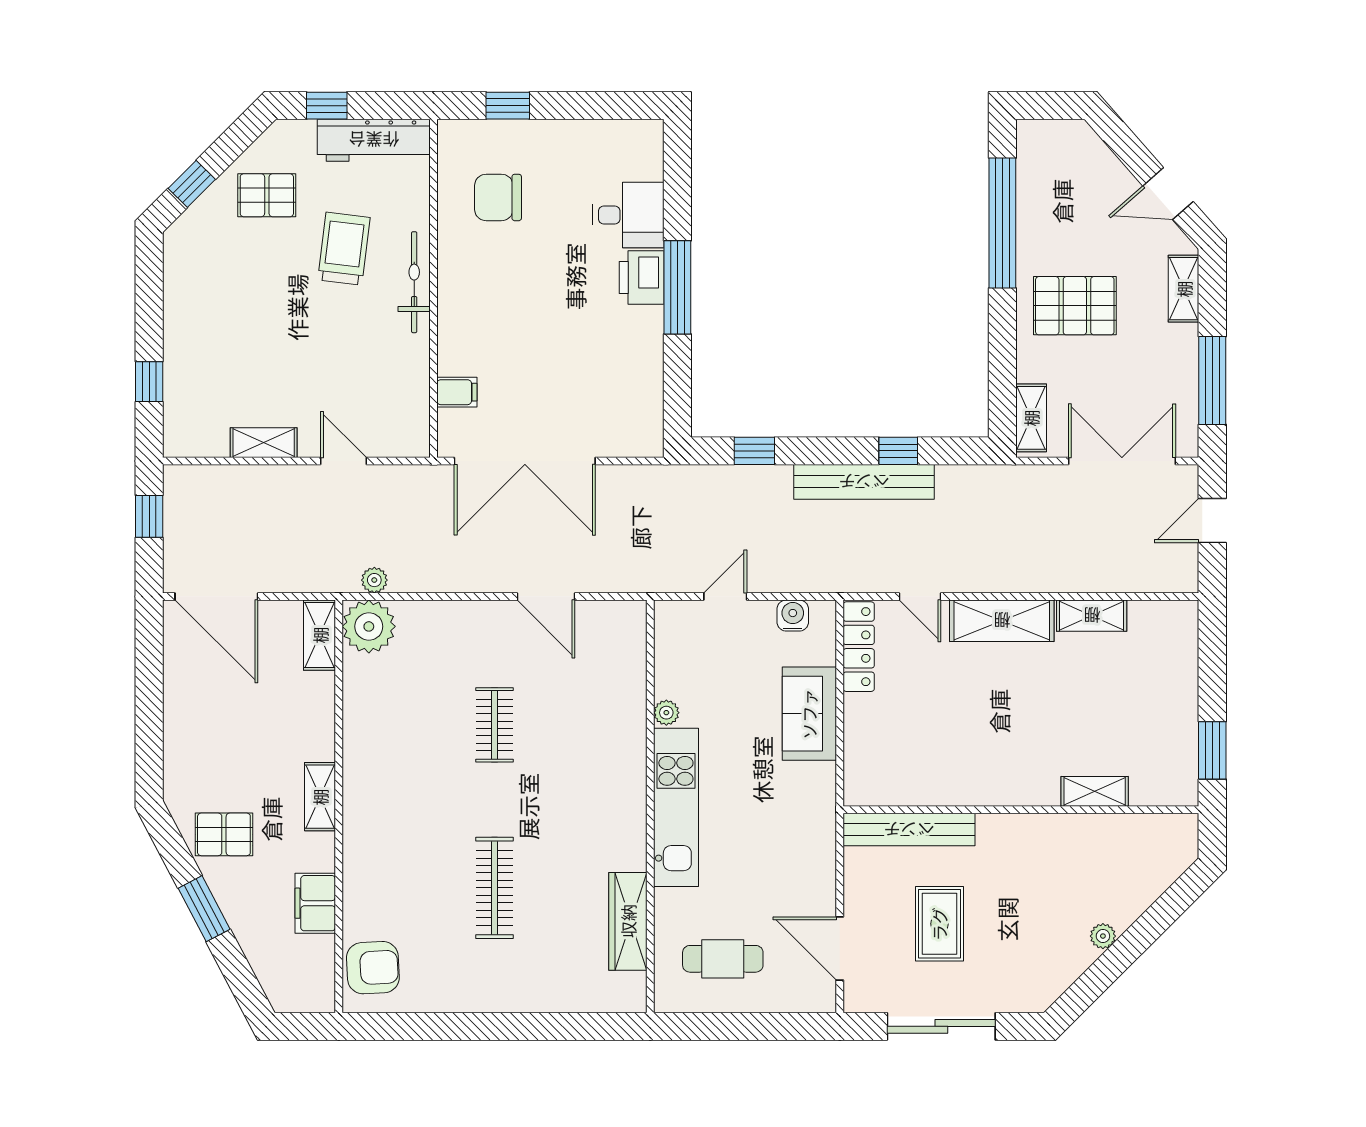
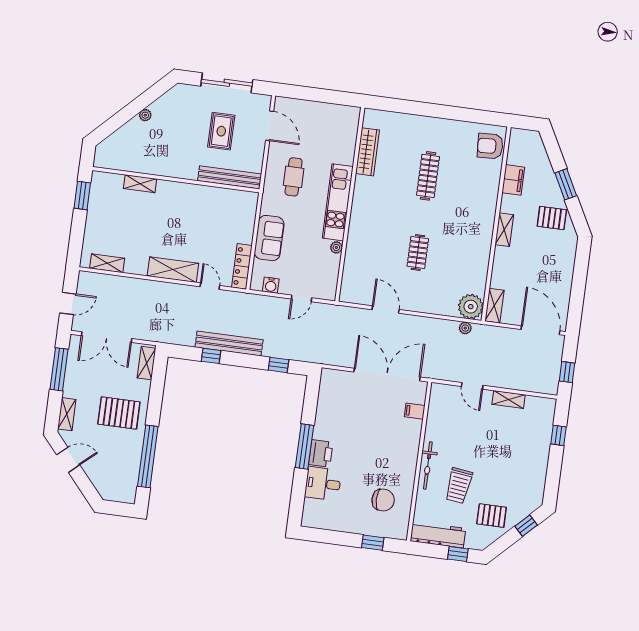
shelving: (1092, 616) -> (107, 263), moved
cafe table: (723, 959) -> (294, 177), moved, turned 90

